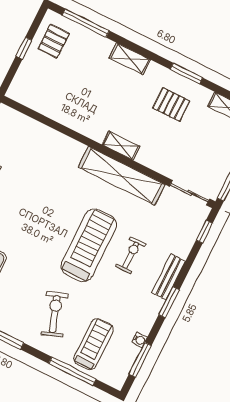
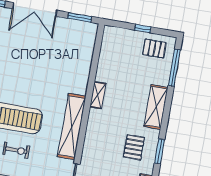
shelving: (130, 59) -> (156, 107), width x1.50, depth x1.33
shelving: (121, 146) -> (98, 95), moved

